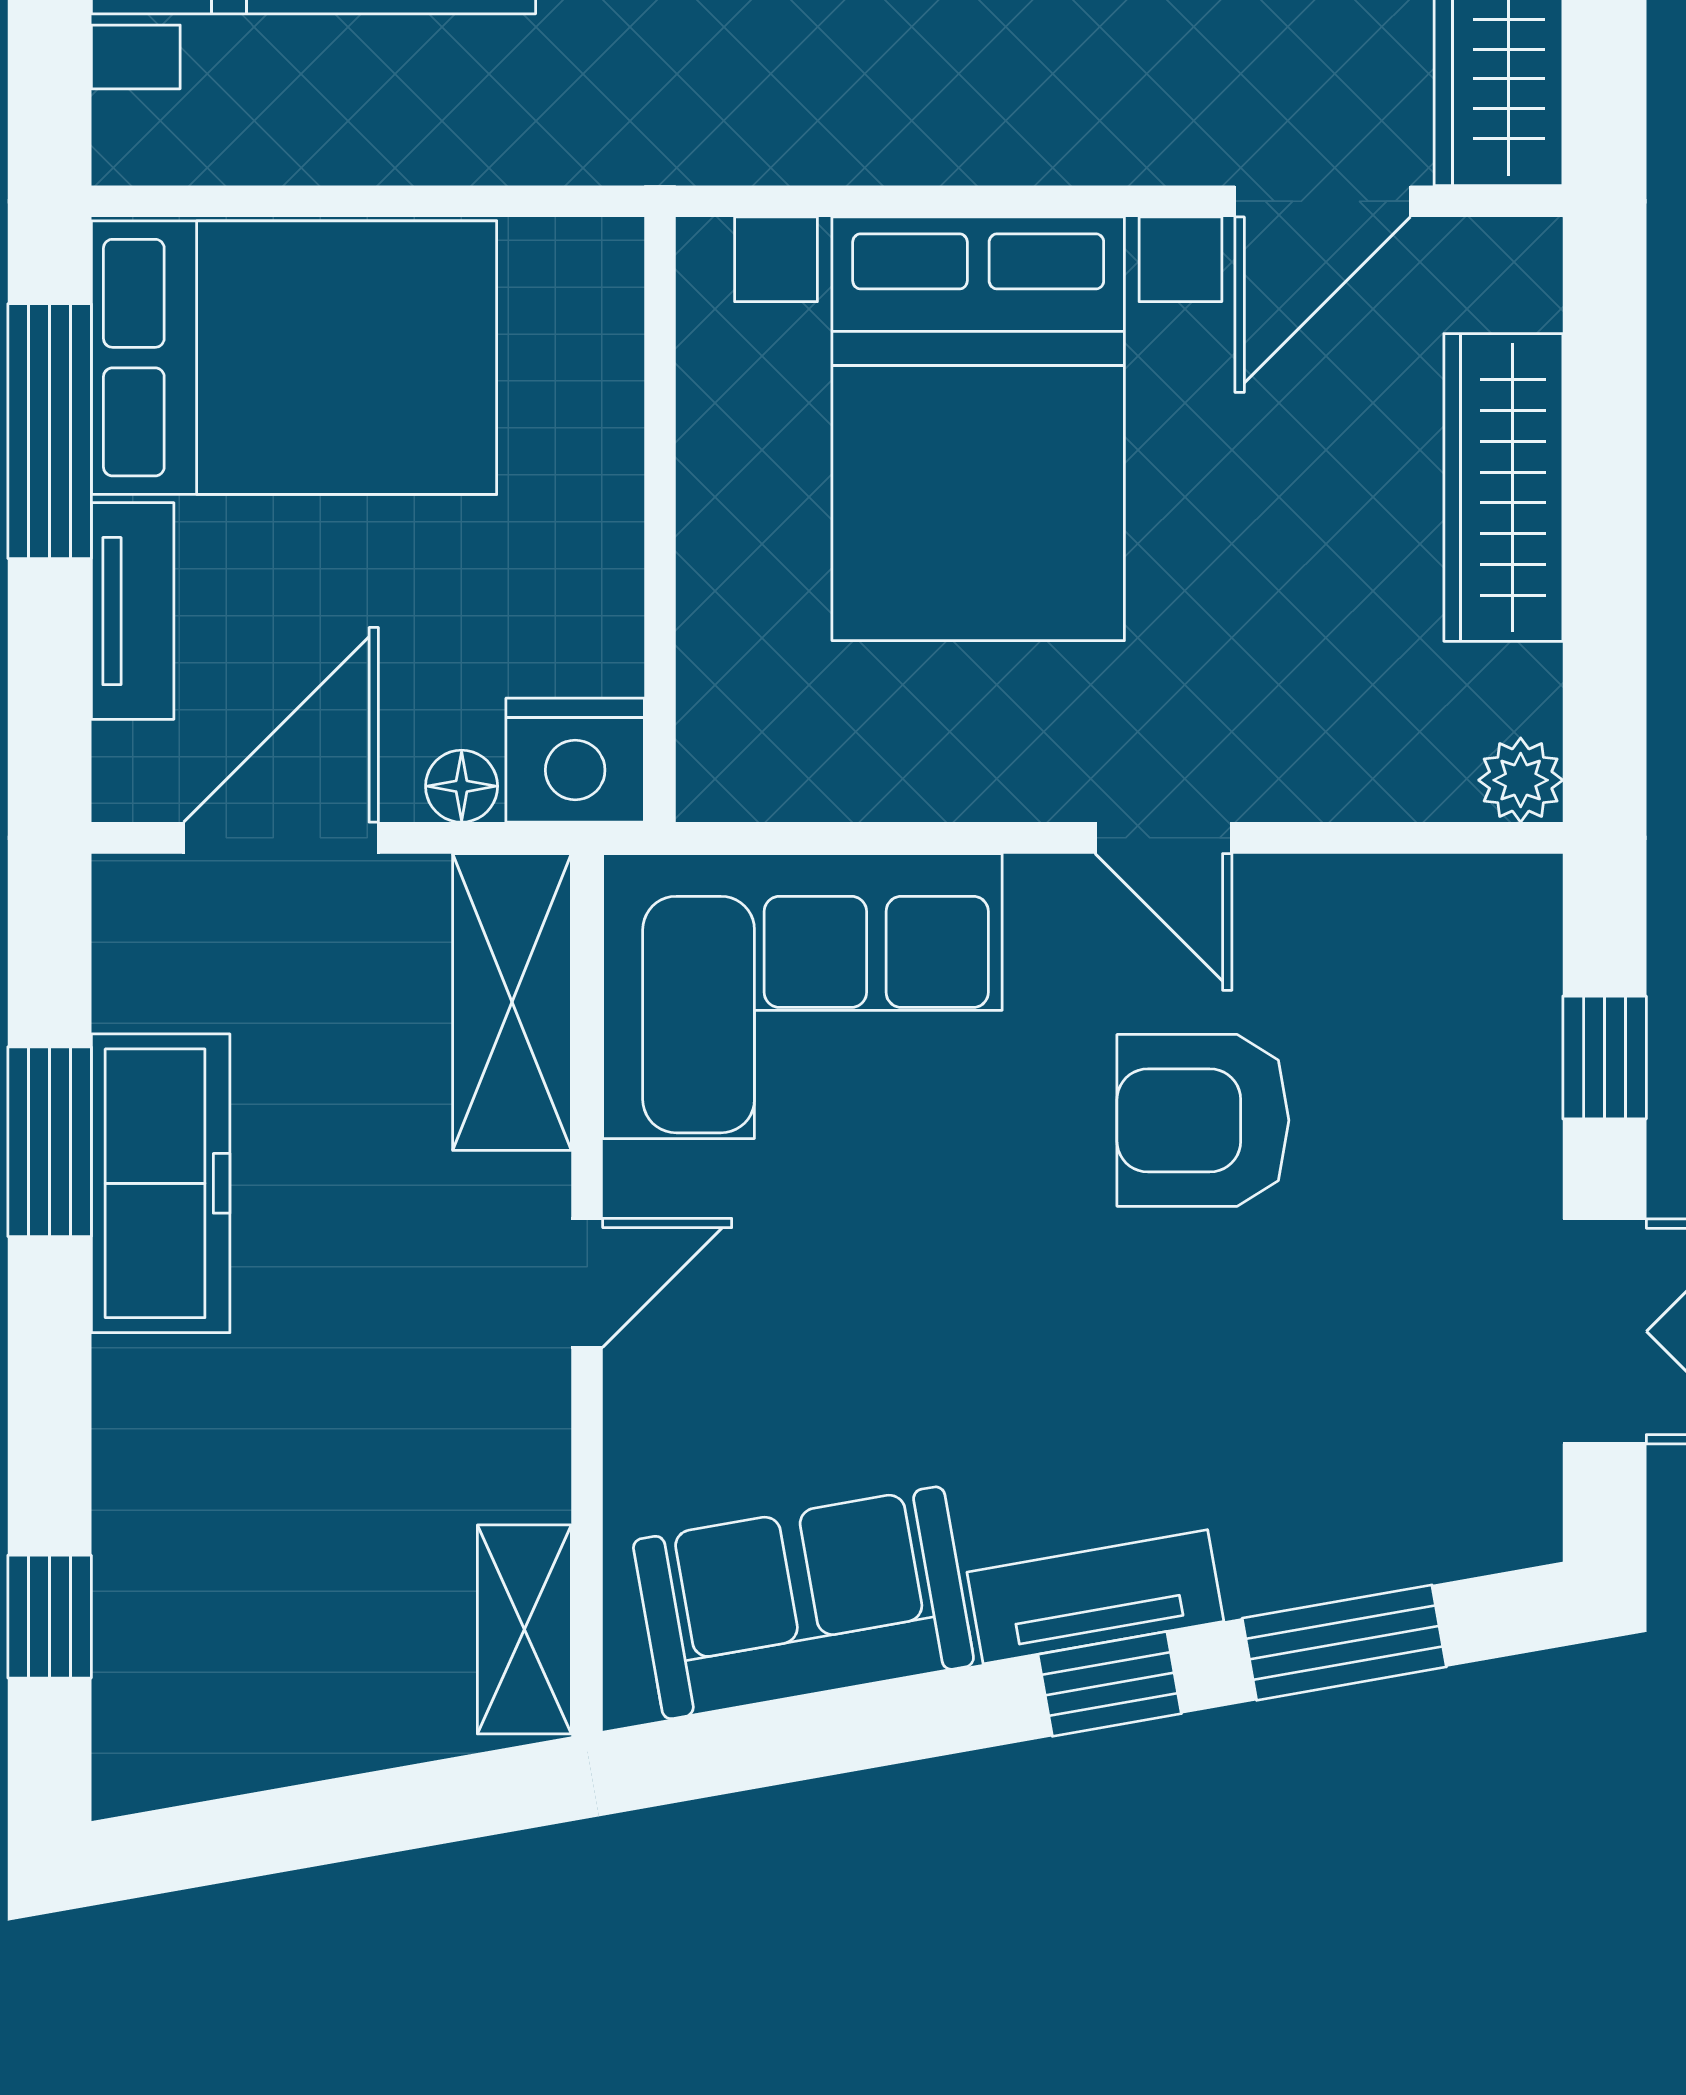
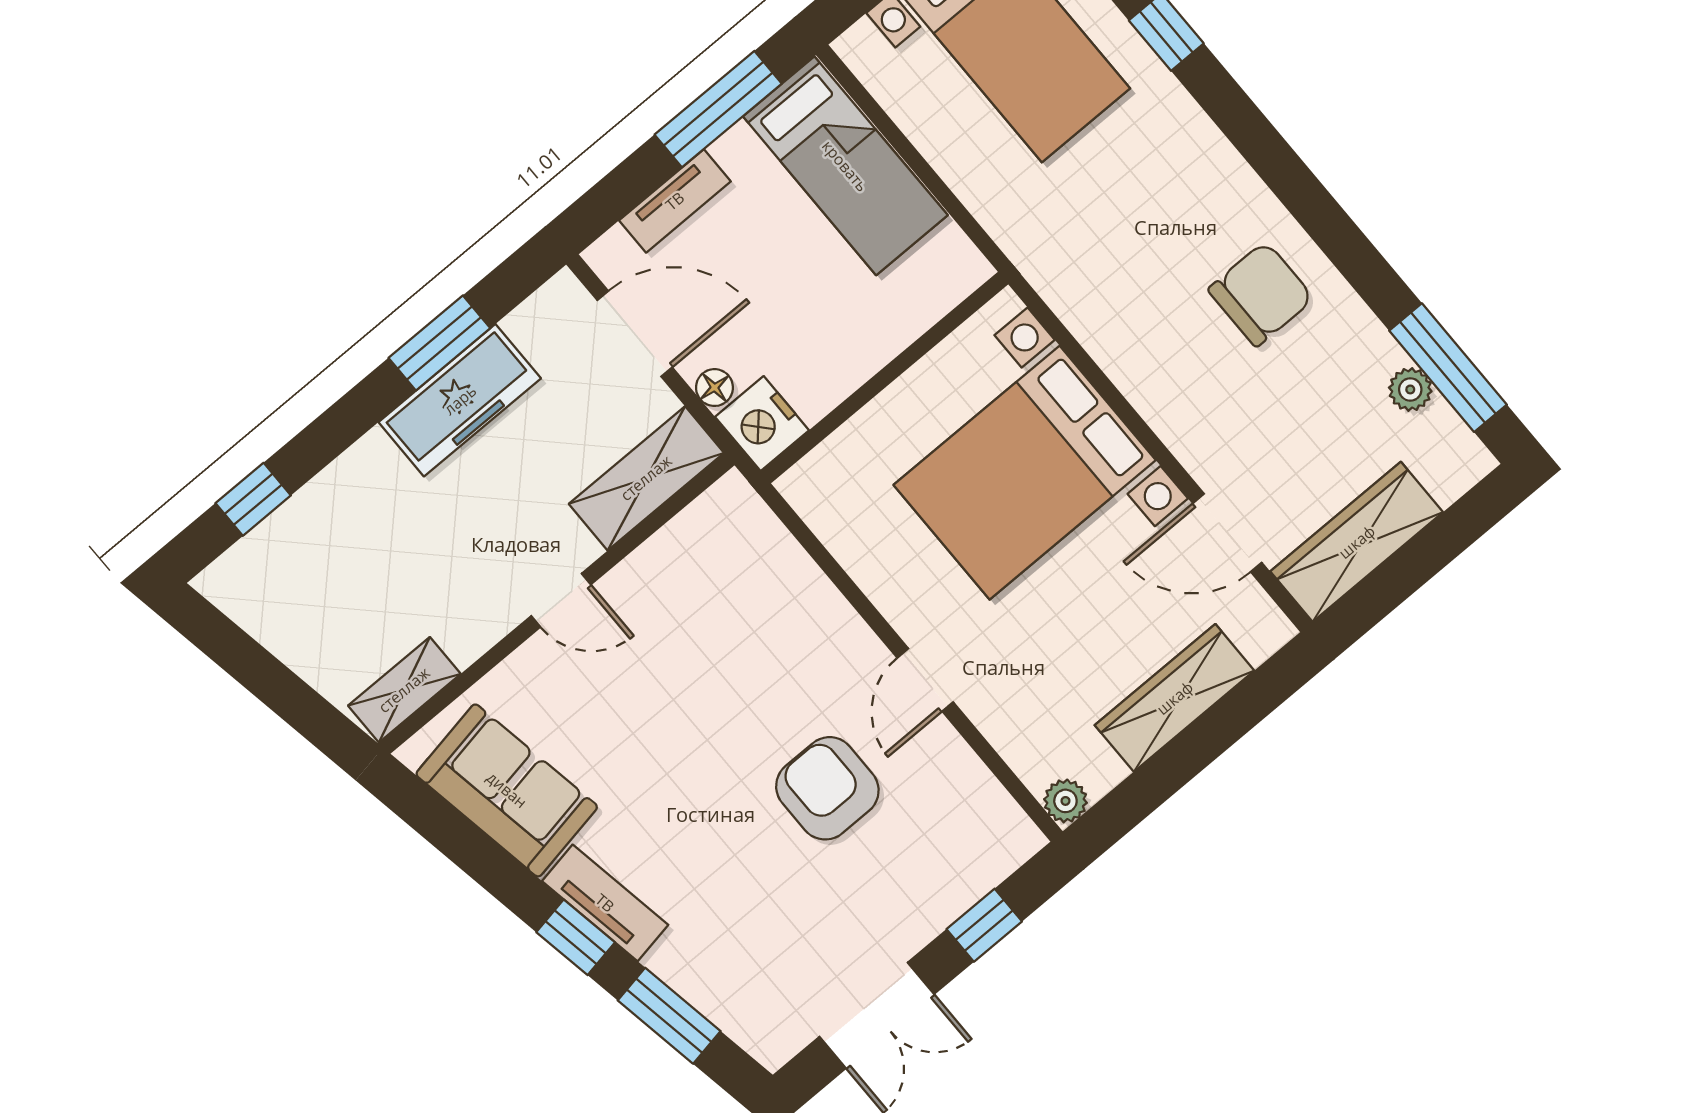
bed: (294, 358) -> (845, 166), width x0.67
corner sofa: (802, 996) -> (744, 590), removed

